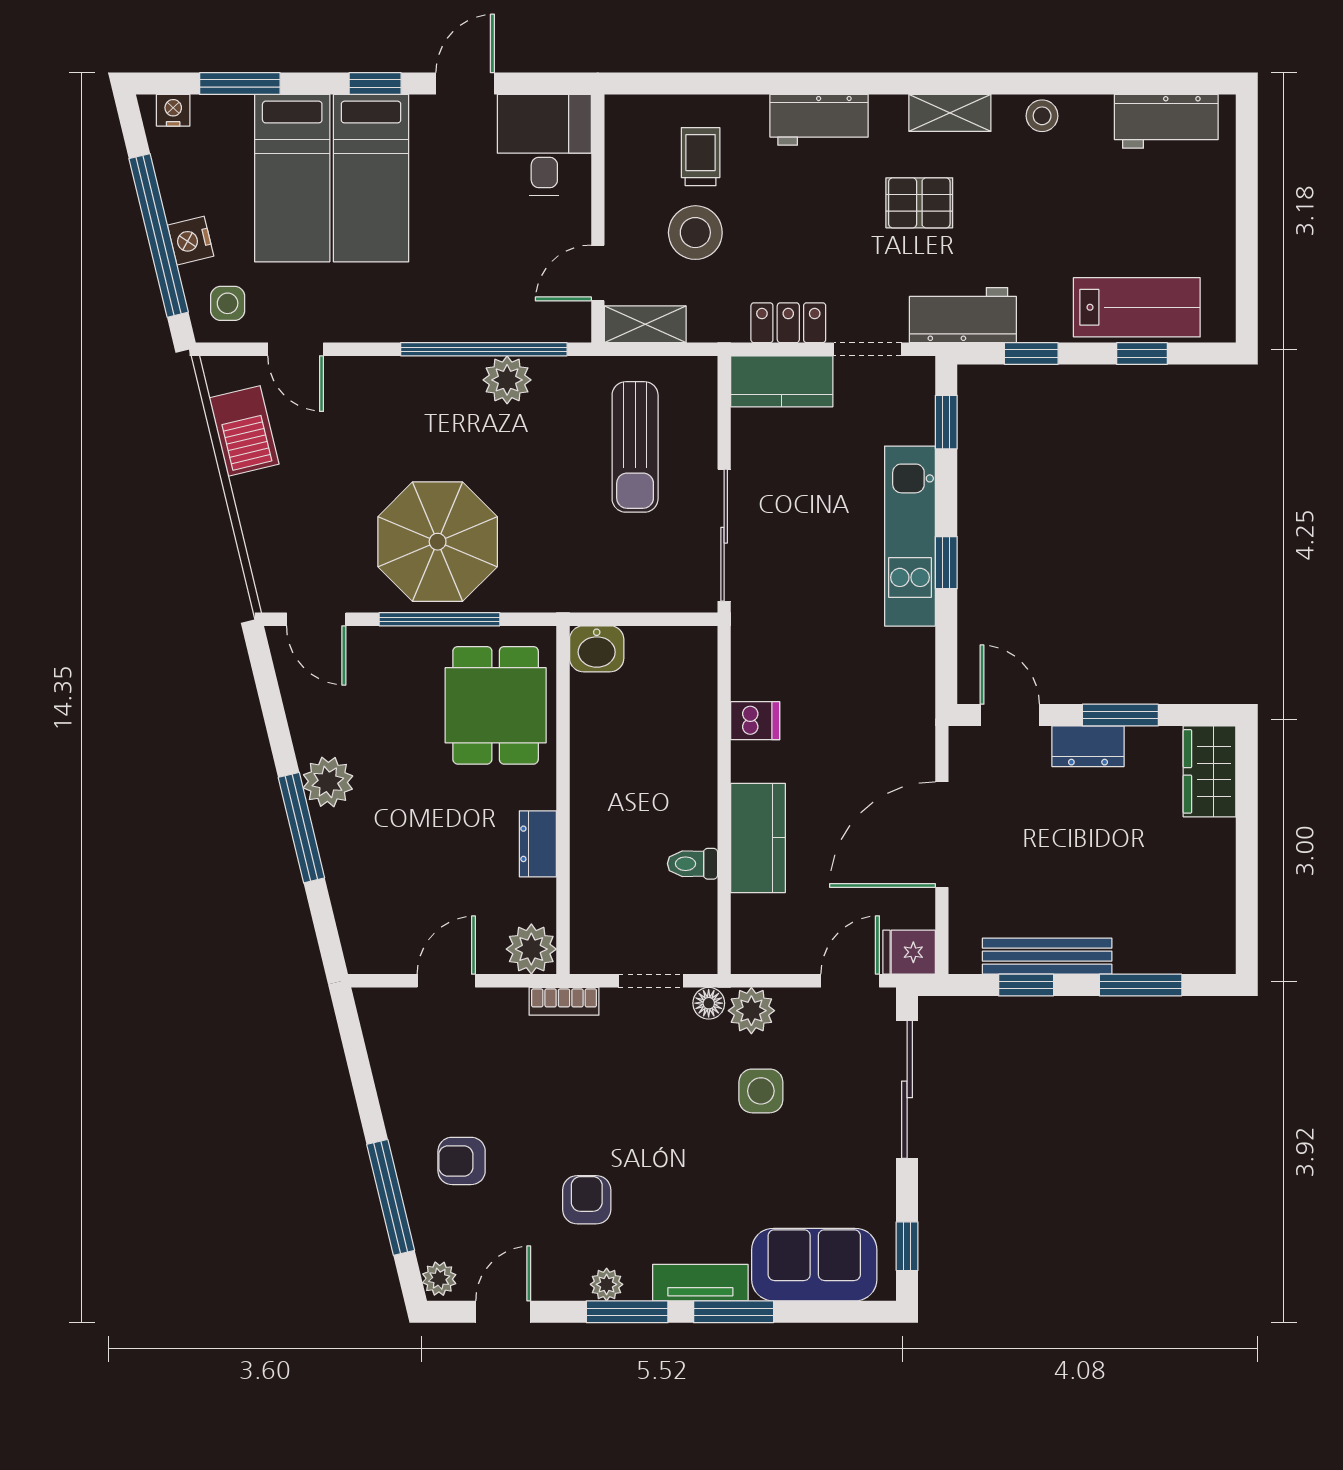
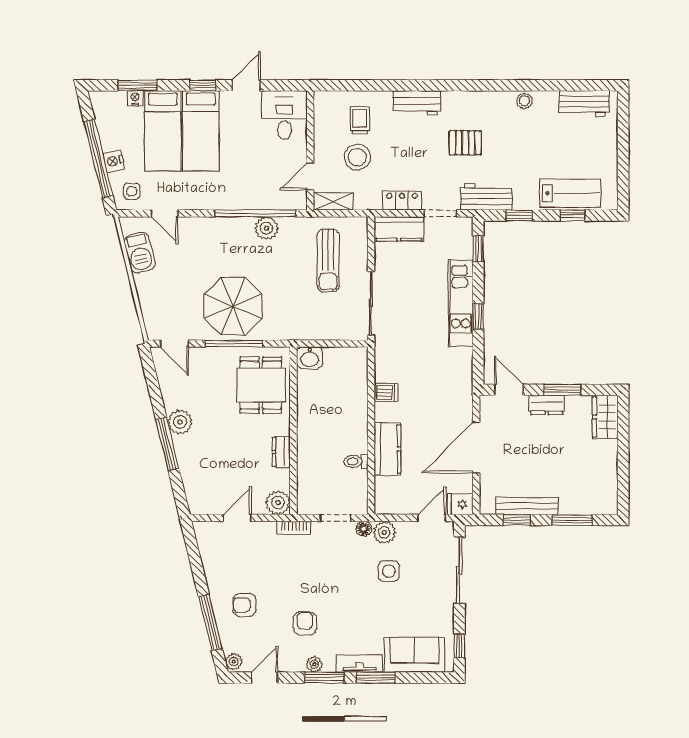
nightstand: (173, 110) -> (135, 98), moved
shelving: (950, 113) -> (480, 99), removed

